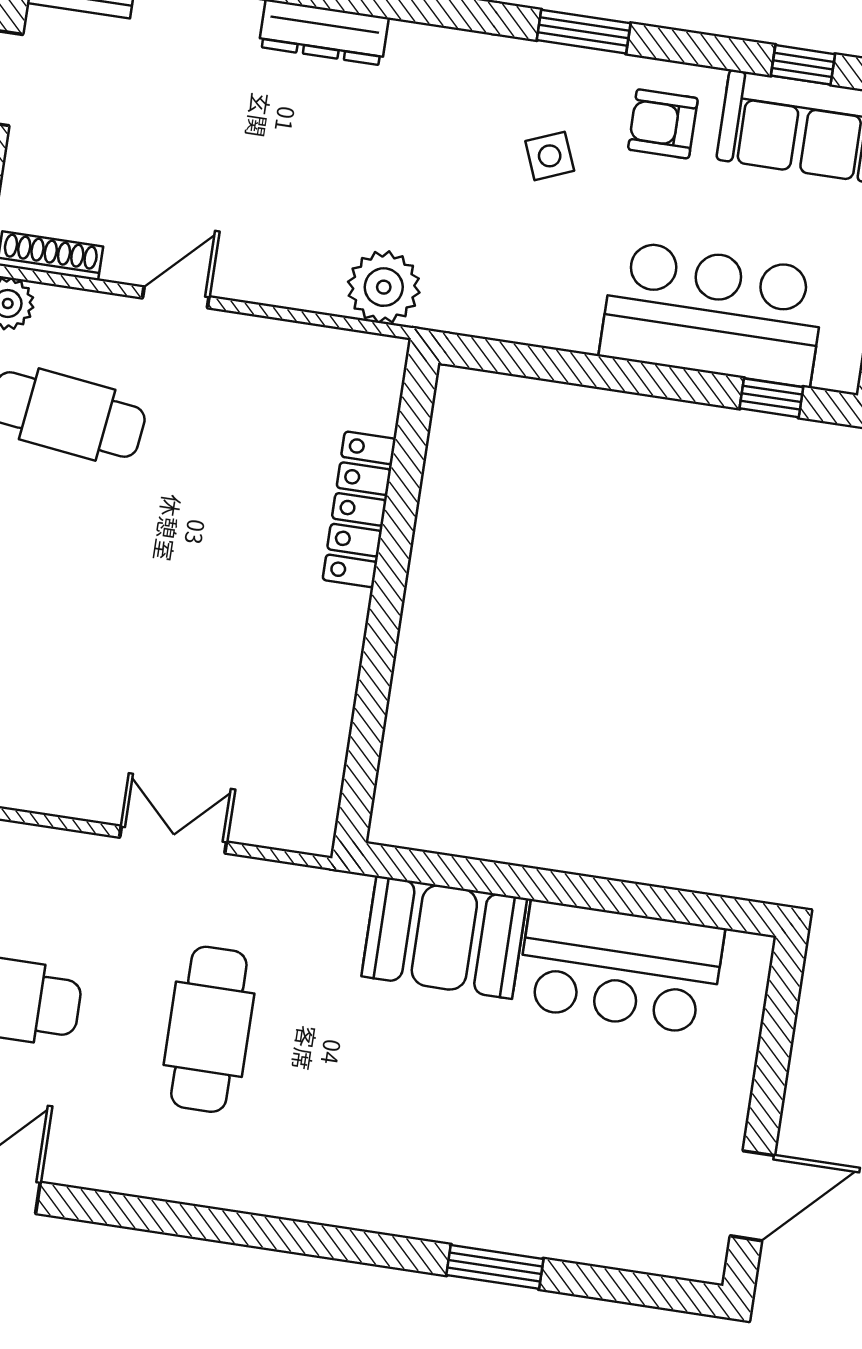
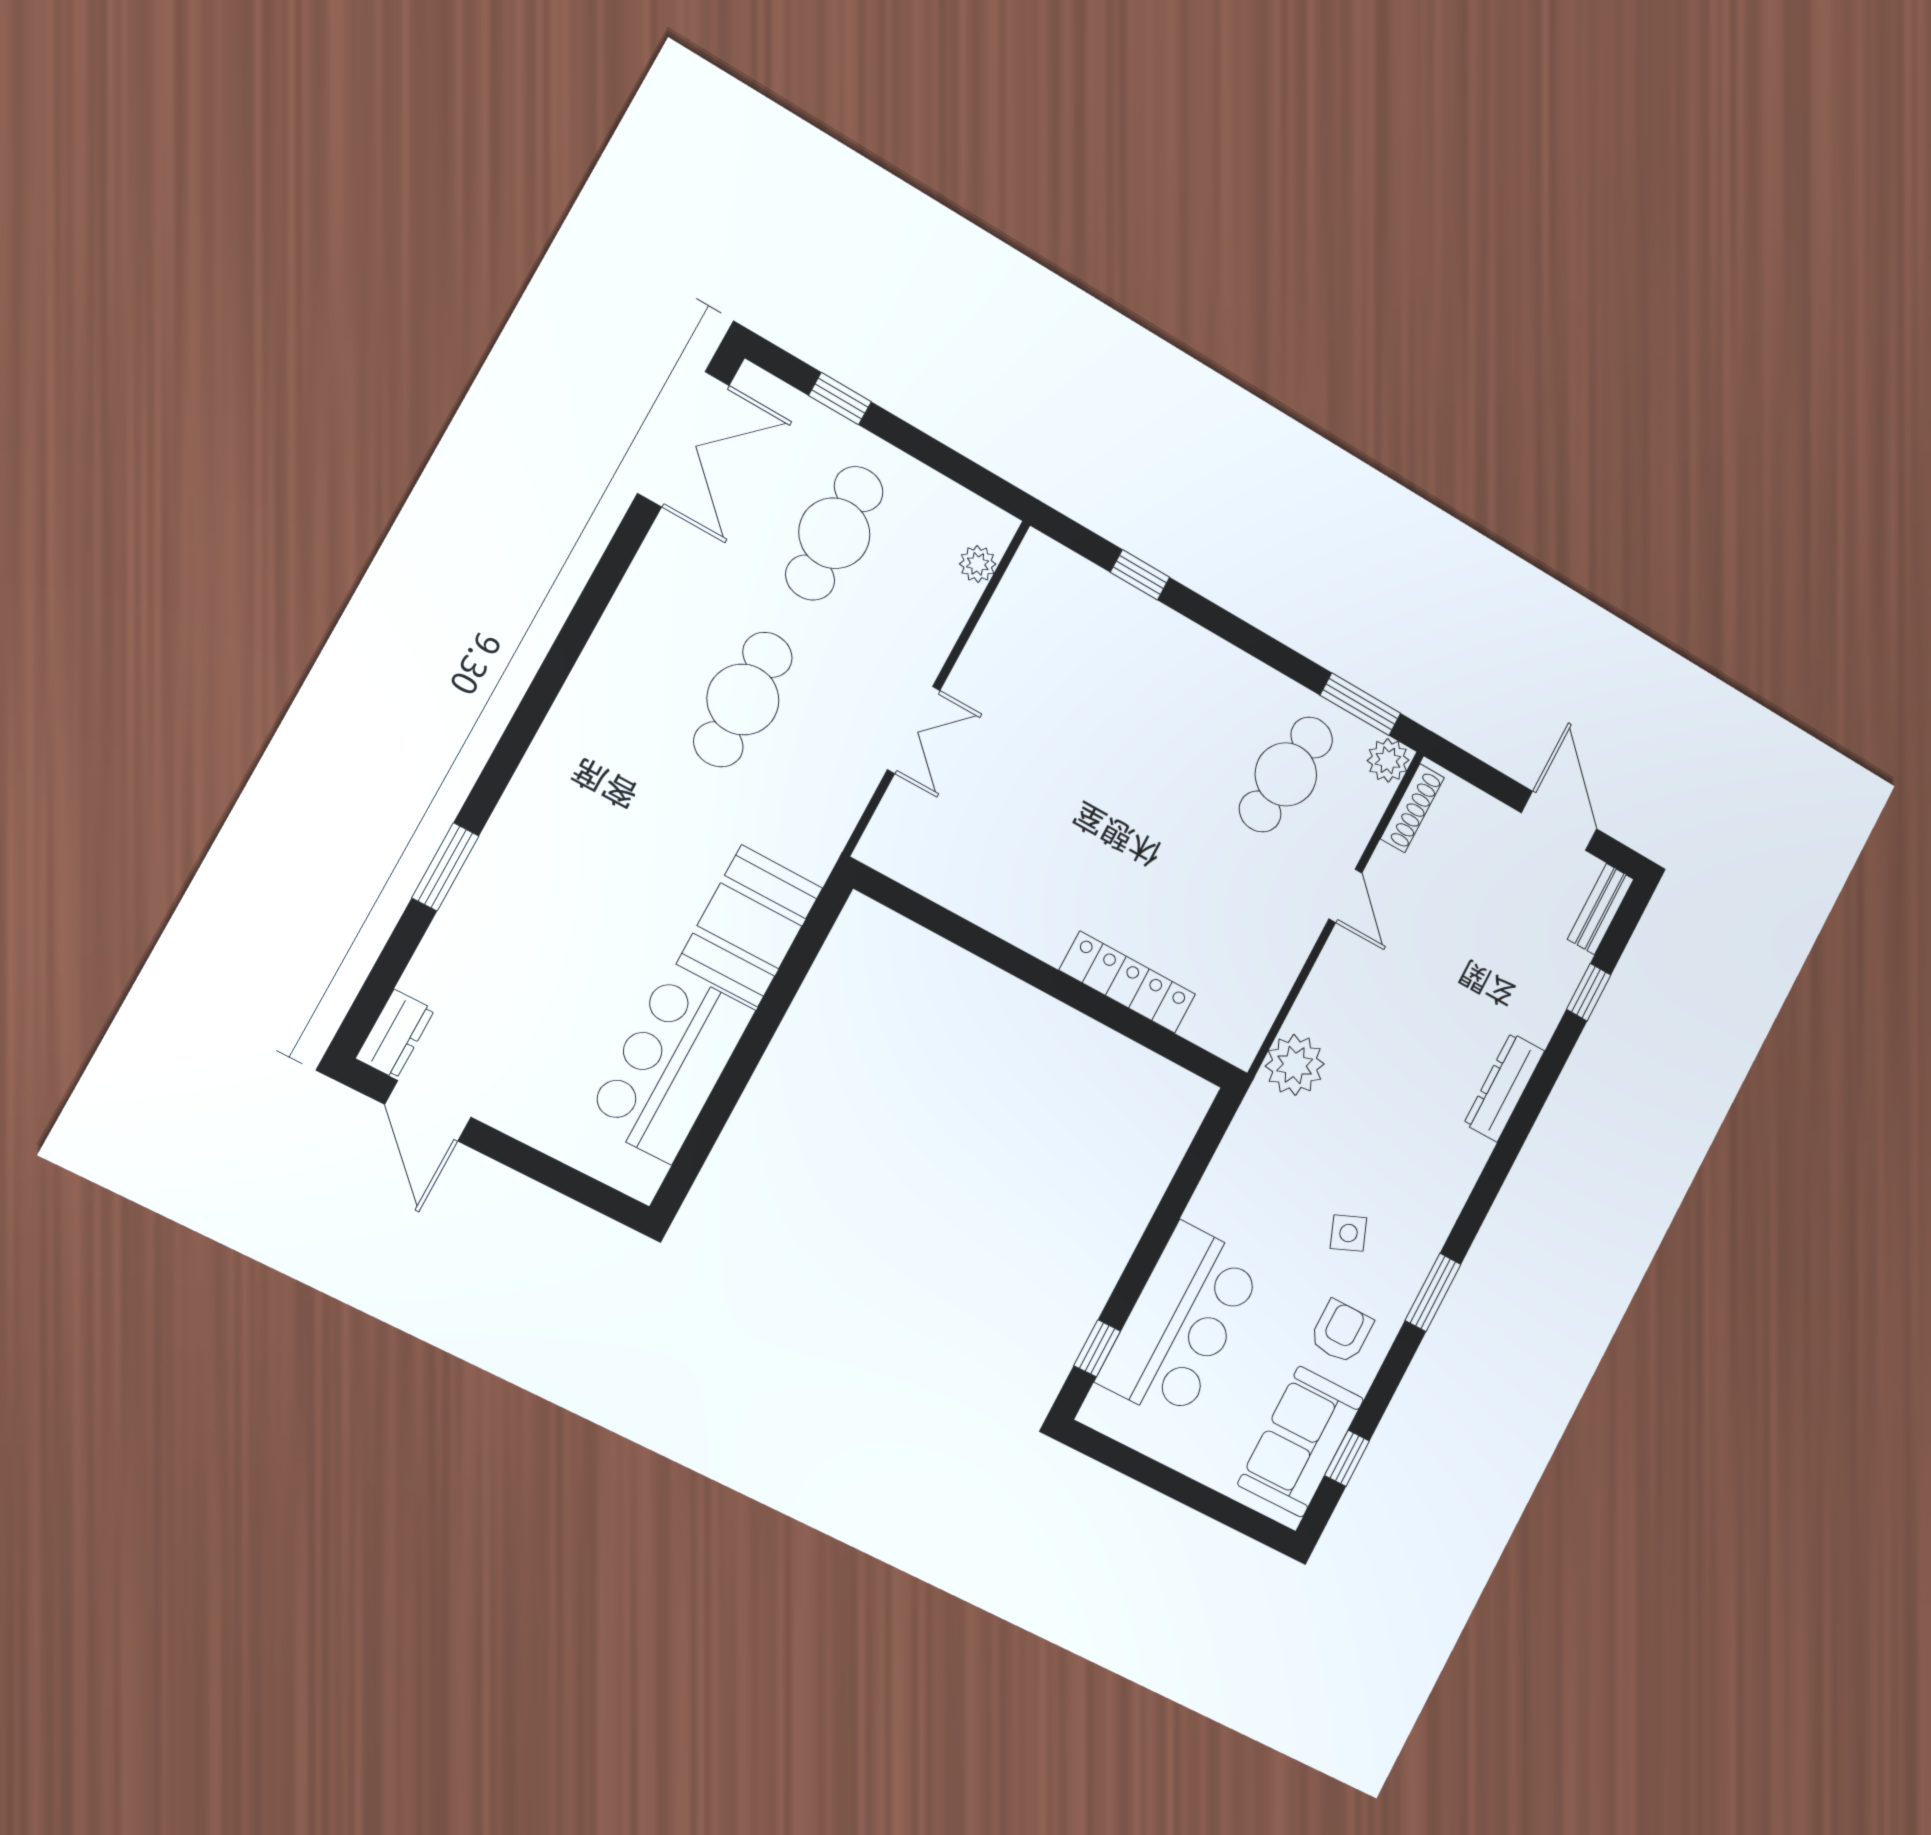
cafe table: (209, 1029) -> (743, 700), turned 90
dresser: (684, 1256) -> (395, 1034), added

